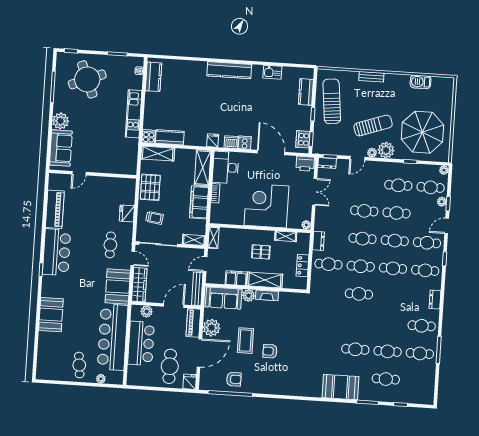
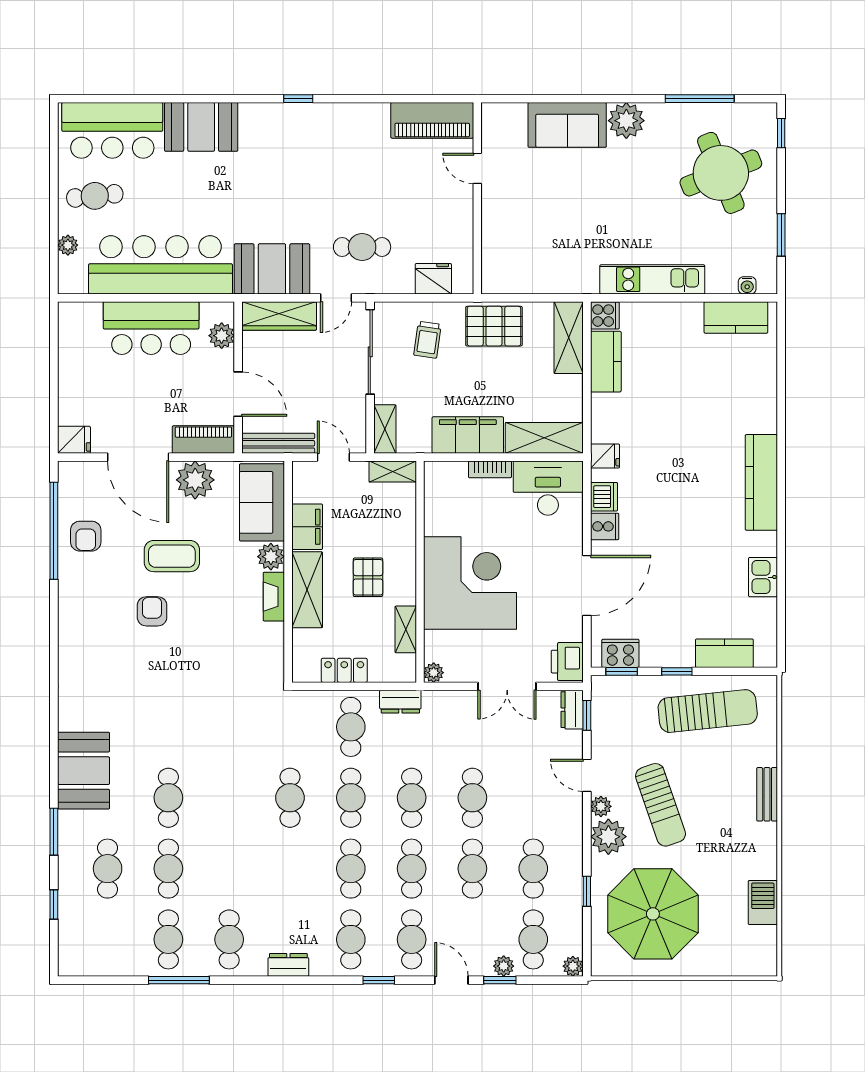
door: (79, 173) -> (477, 168), moved
wall: (93, 174) -> (477, 198), moved
bar counter: (57, 252) -> (112, 130), moved
cafe table: (170, 366) -> (105, 394), removed

